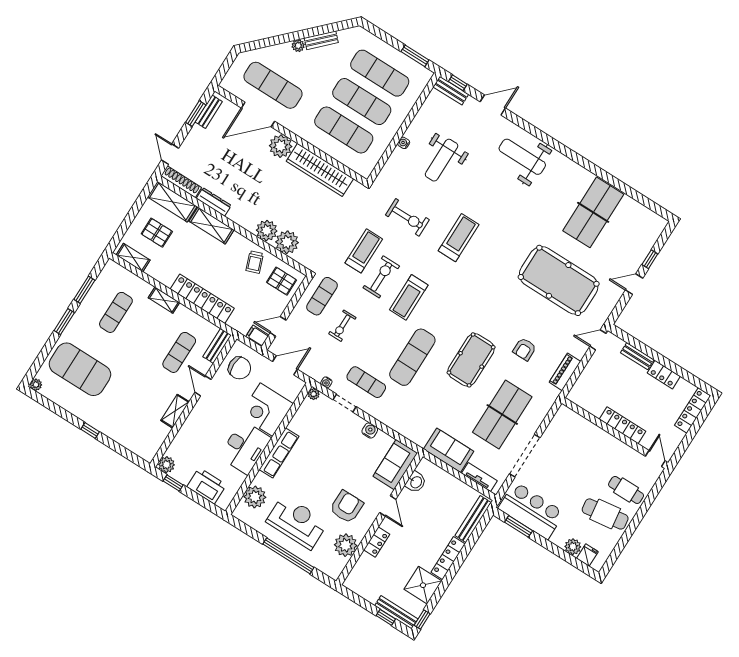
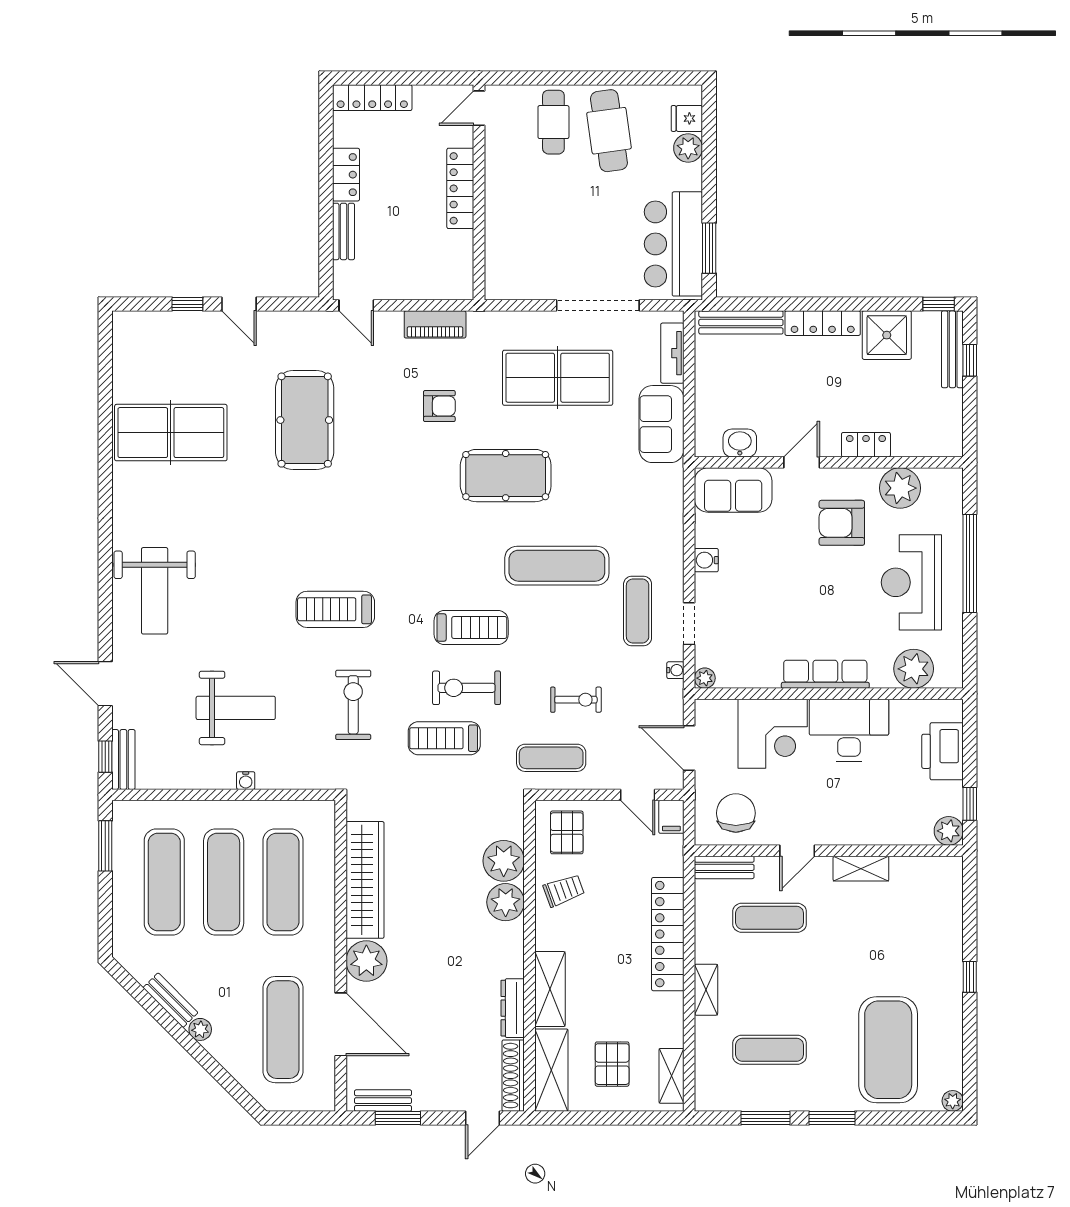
pool table: (559, 280) -> (305, 420), width x0.73, depth x0.76

